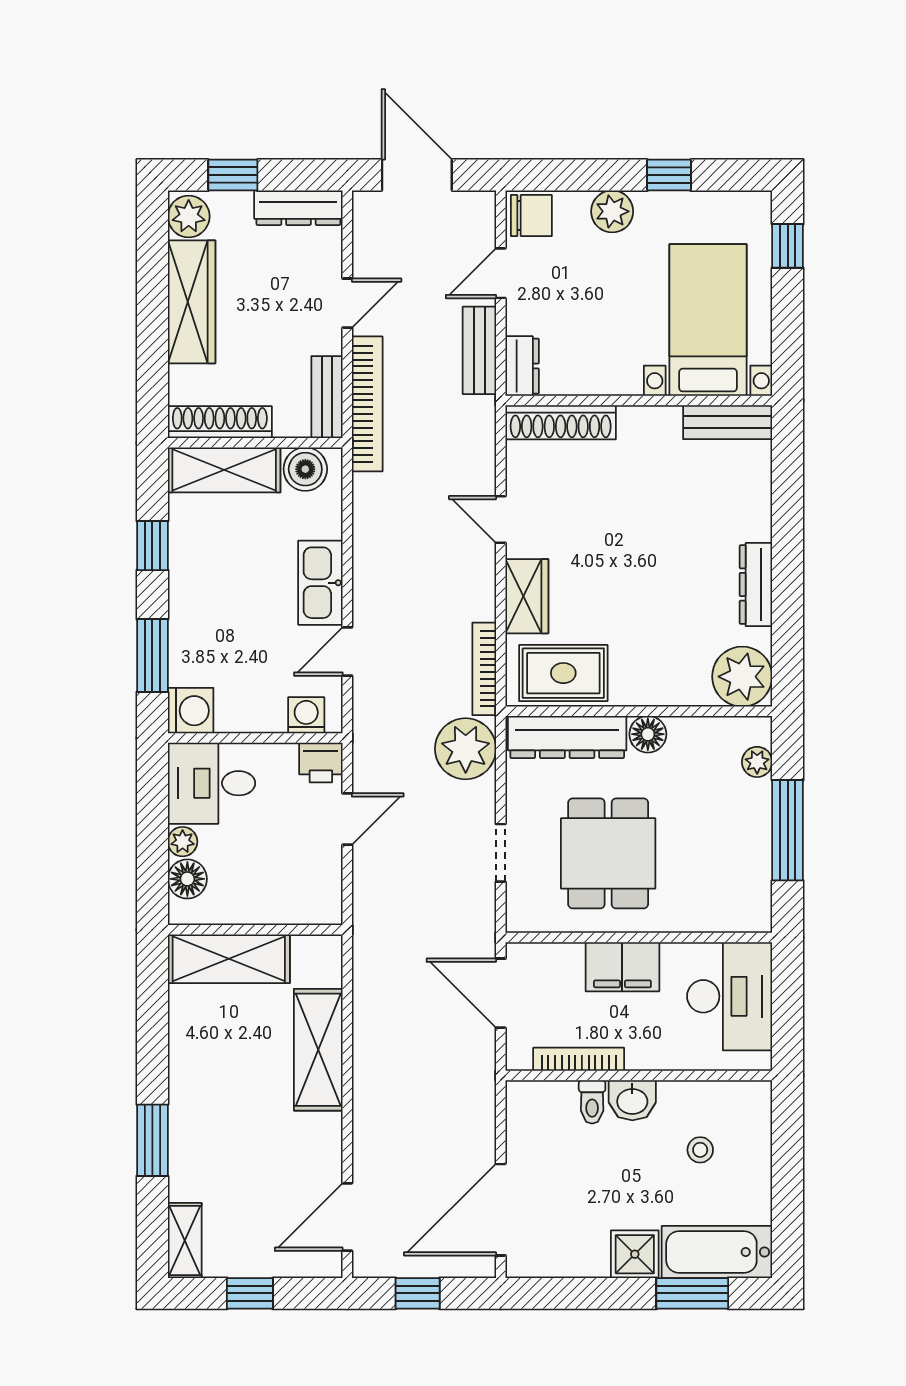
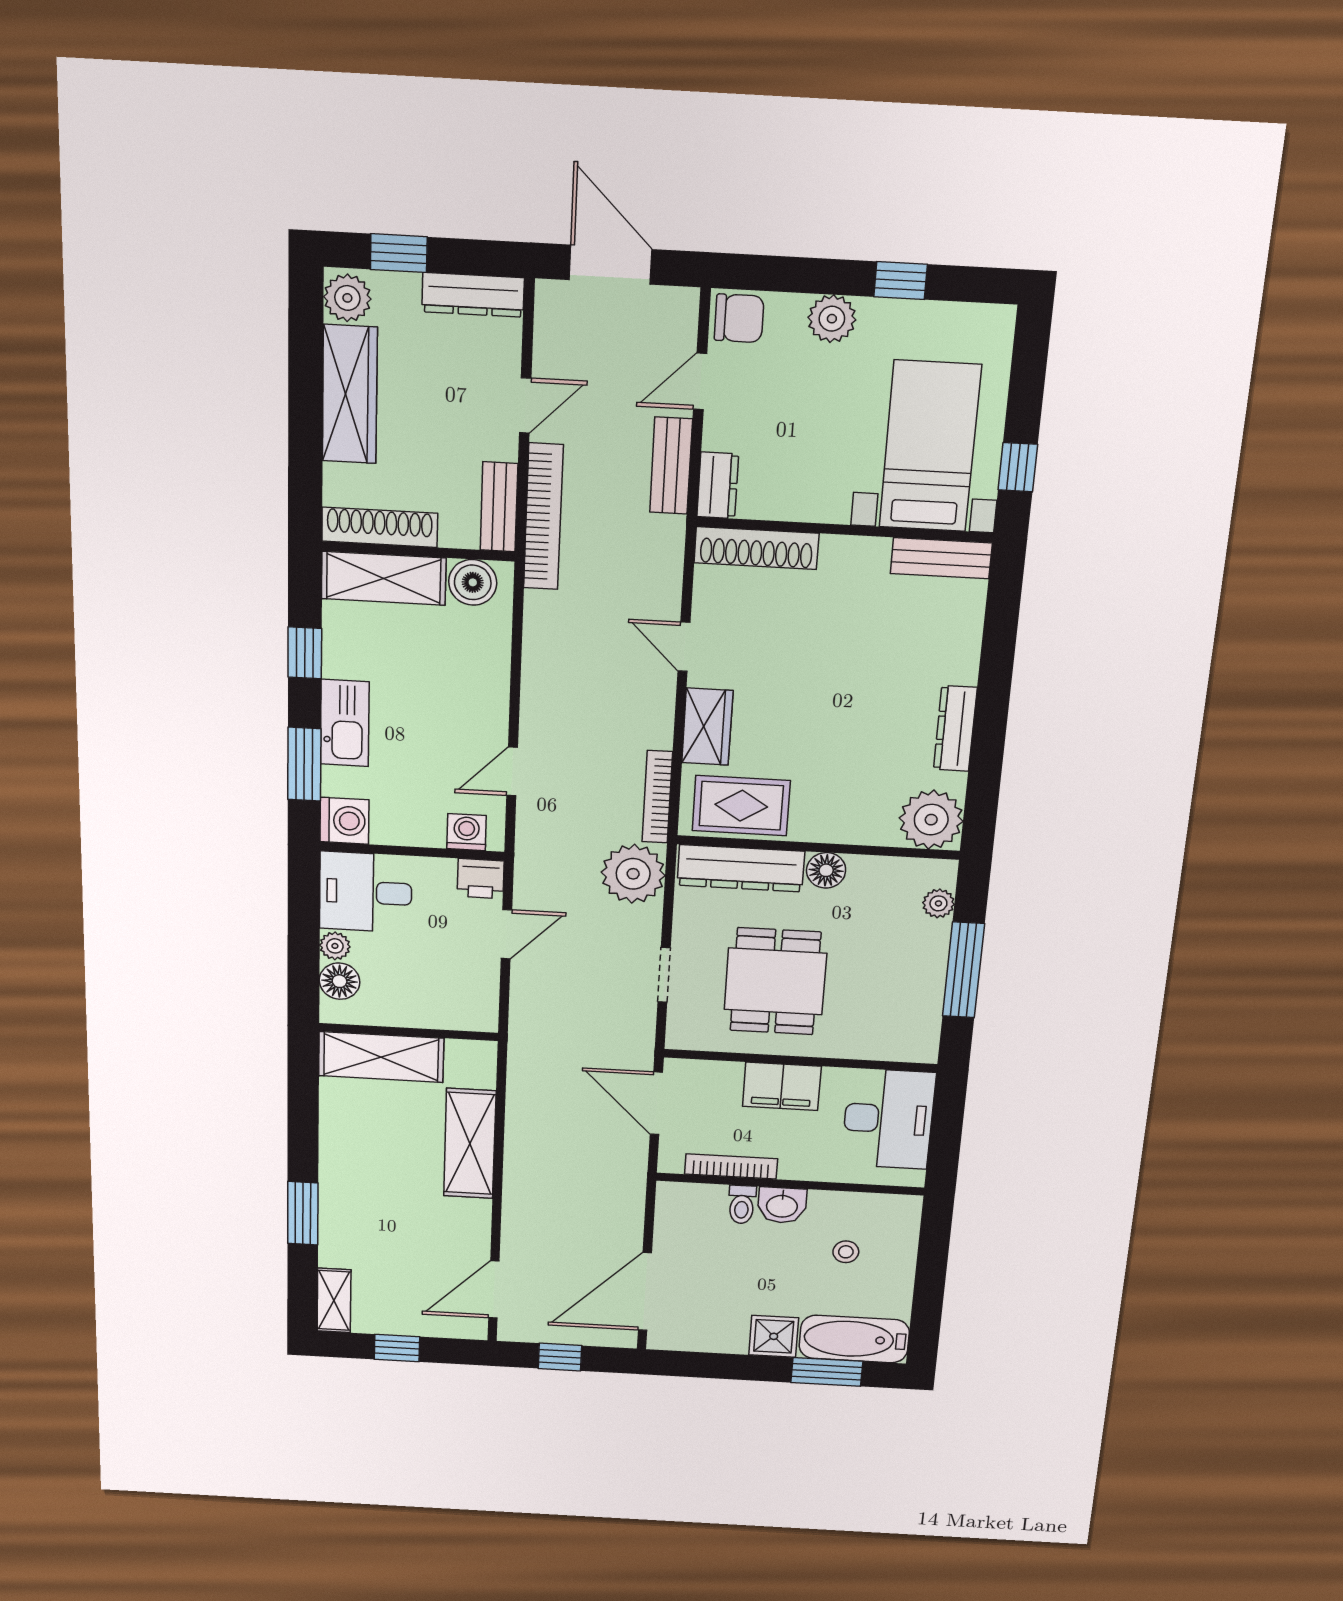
window: (788, 246) -> (1018, 467), moved
kitchen sink: (320, 583) -> (345, 723), moved, turned 180

